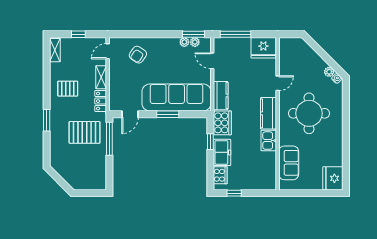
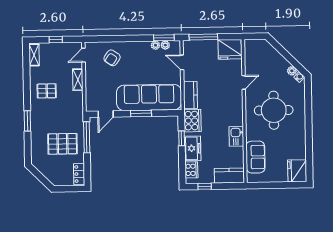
locker: (101, 101) -> (79, 174), moved
kitchen counter: (268, 113) -> (229, 176), moved, turned 90
pallet: (85, 132) -> (63, 144), moved

